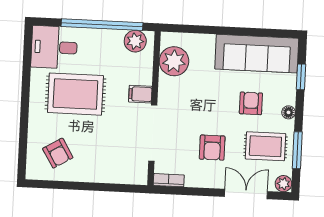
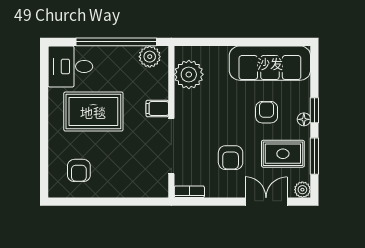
window: (301, 77) -> (314, 110), moved
armchair: (58, 153) -> (79, 170), turned 31

